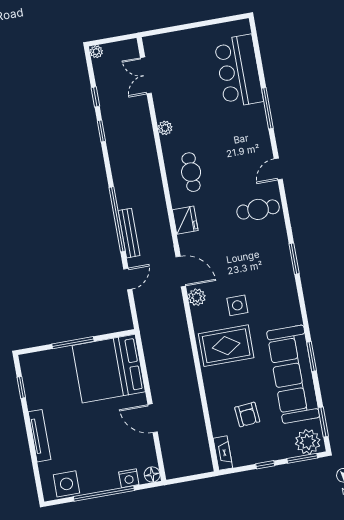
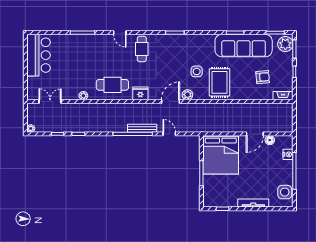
bar counter: (239, 71) -> (38, 55), moved, turned -90
double door: (146, 75) -> (50, 101), swing flipped
cafe table: (191, 172) -> (112, 85), width x1.37, depth x1.35
floor lamp: (152, 474) -> (270, 140), moved

